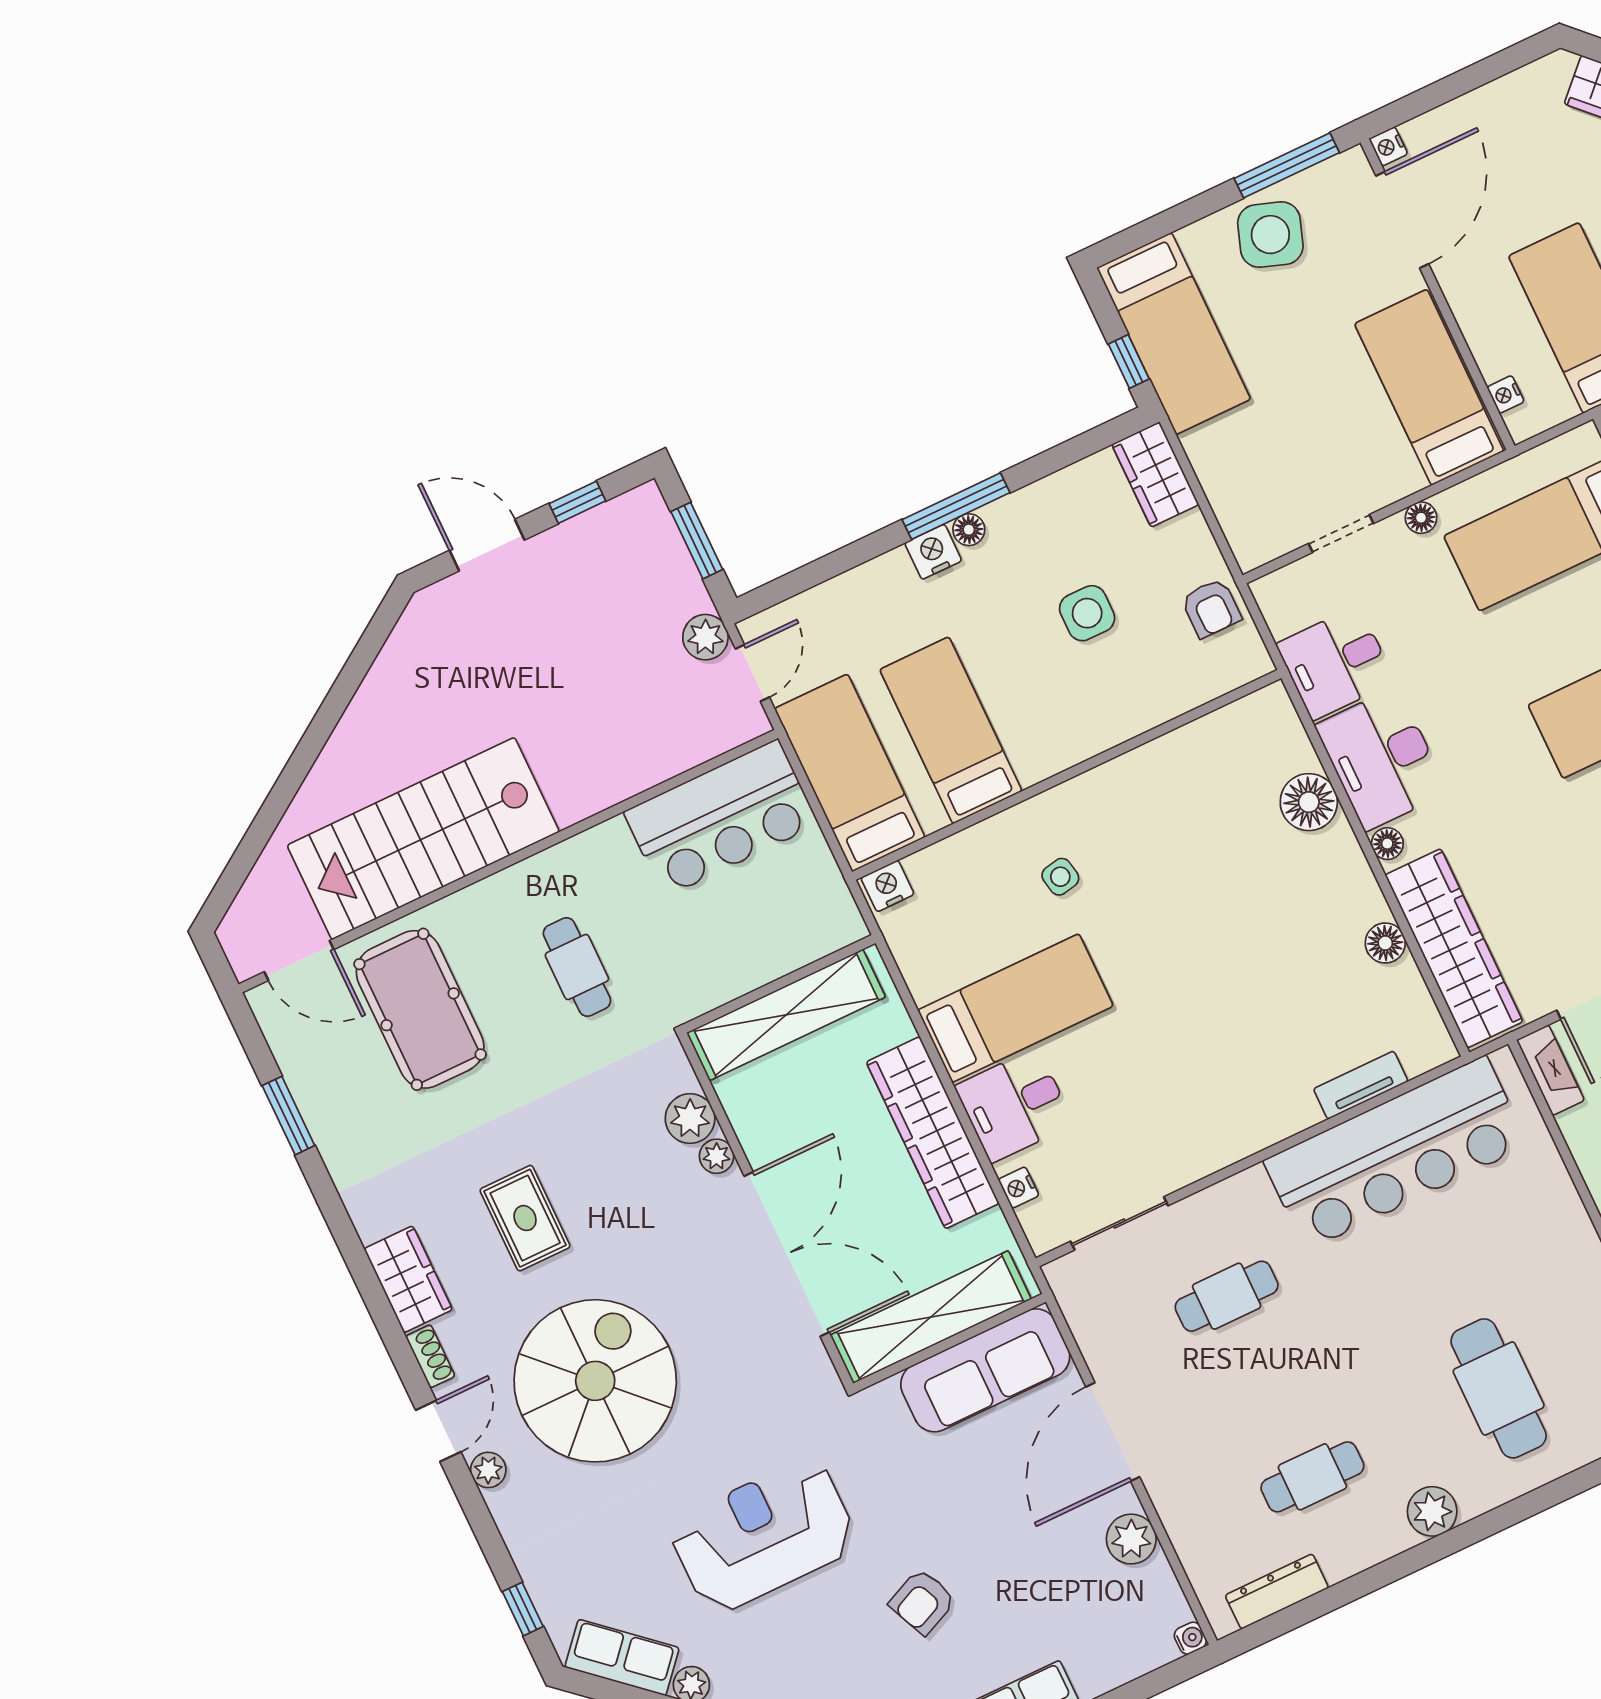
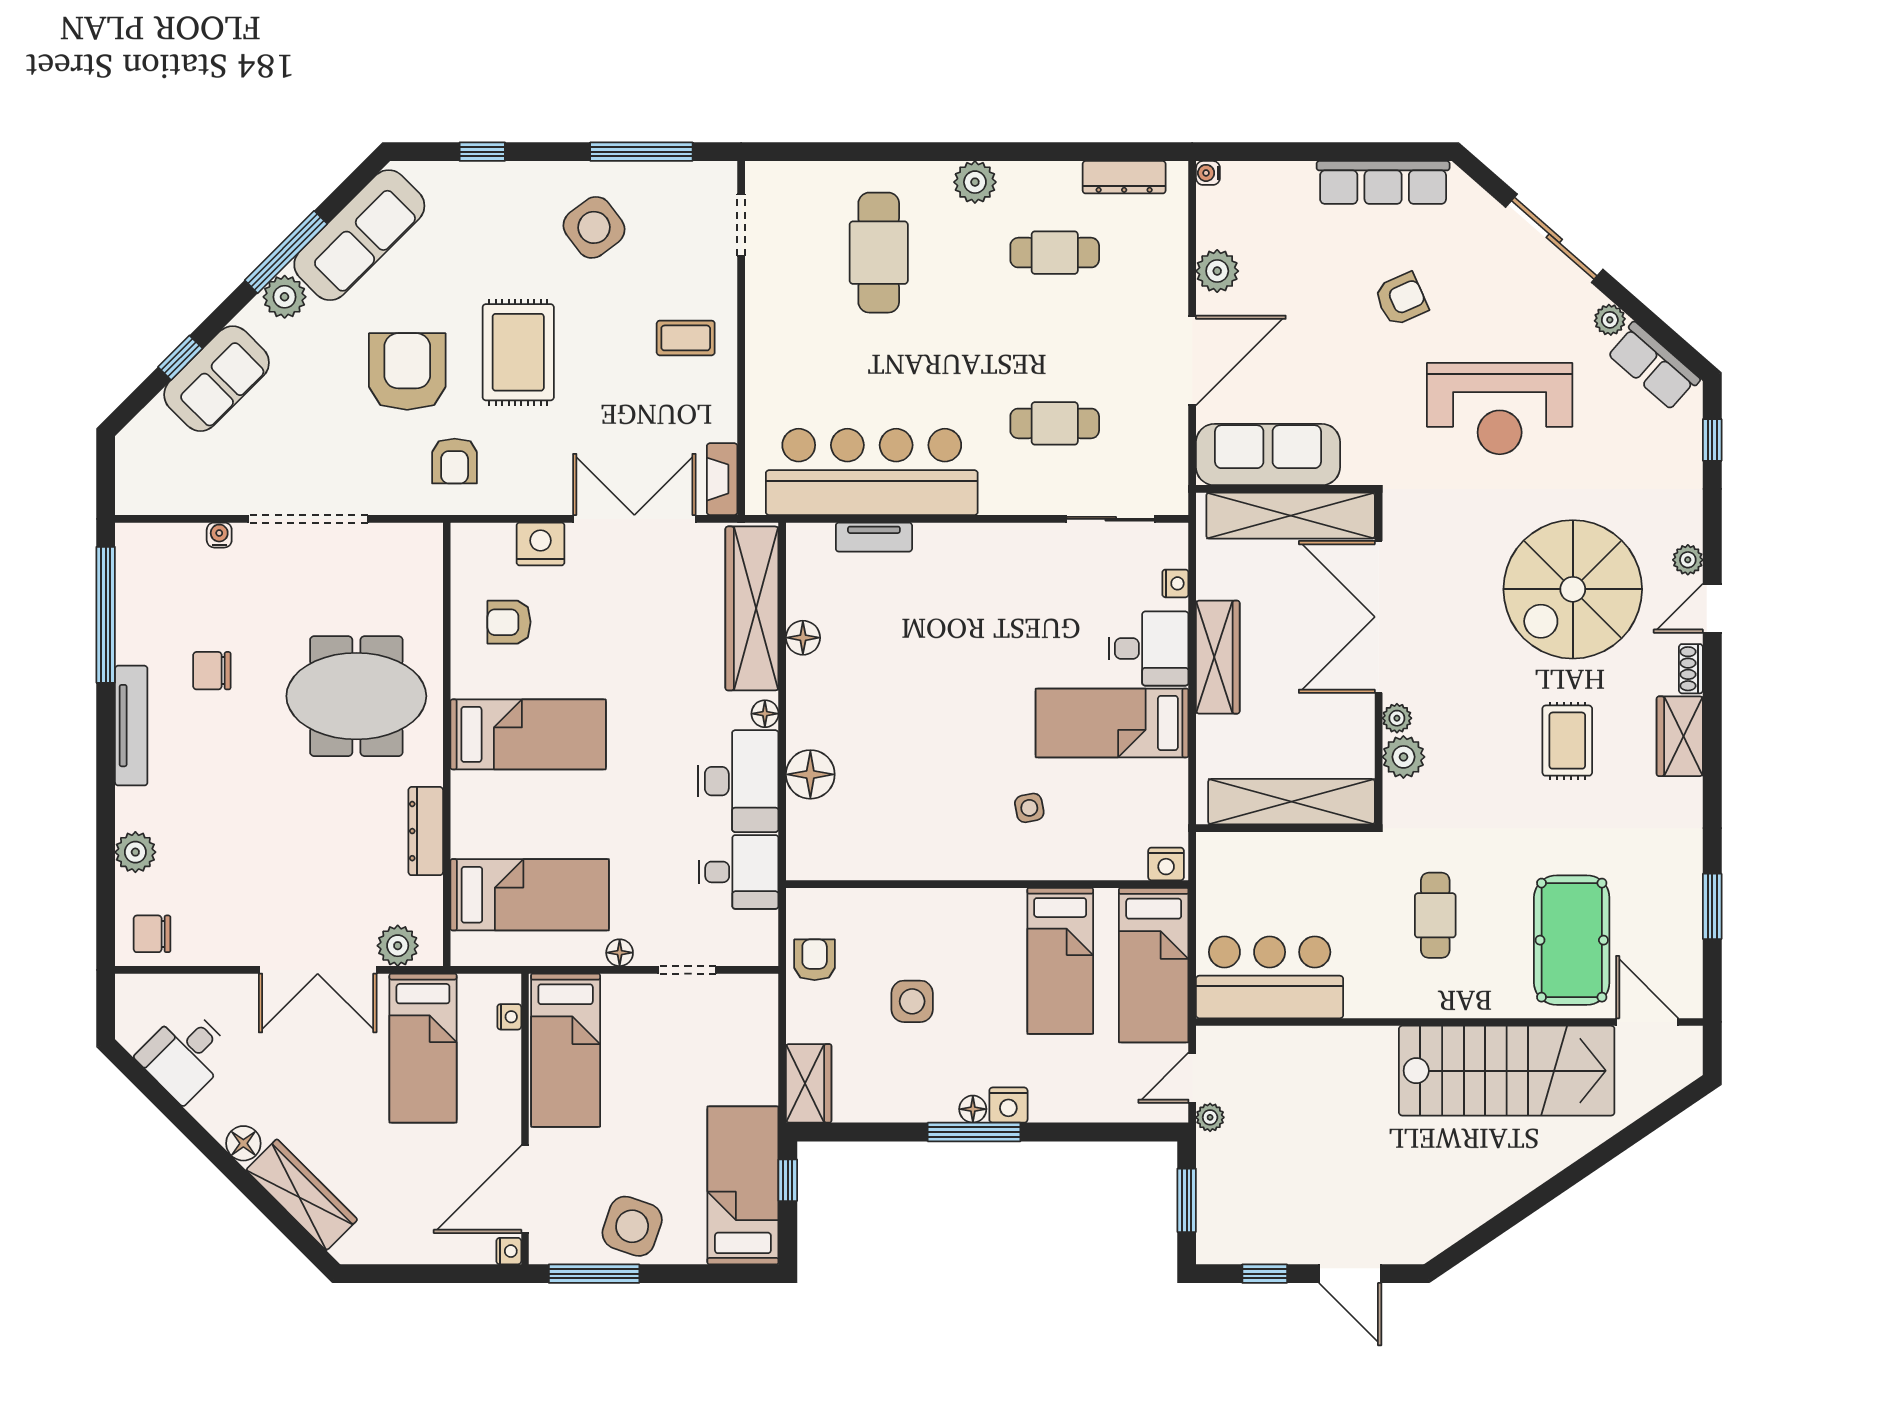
plant: (705, 637) -> (1210, 1117), width x0.73, depth x0.73
wardrobe: (933, 1133) -> (1218, 657), width x0.71, depth x0.85

